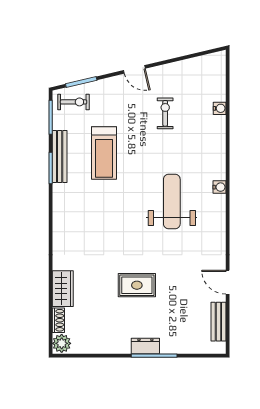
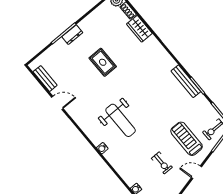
treadmill: (104, 153) -> (187, 139), moved
bench: (60, 156) -> (186, 81), moved
rug: (137, 285) -> (103, 62), turned 90

